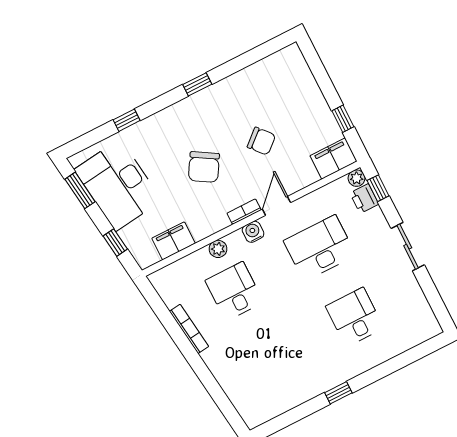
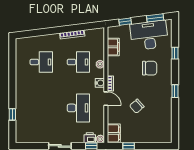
chair: (204, 167) -> (150, 68), moved, turned 149
desk: (355, 317) -> (41, 62), moved
window: (338, 393) -> (12, 114), moved

